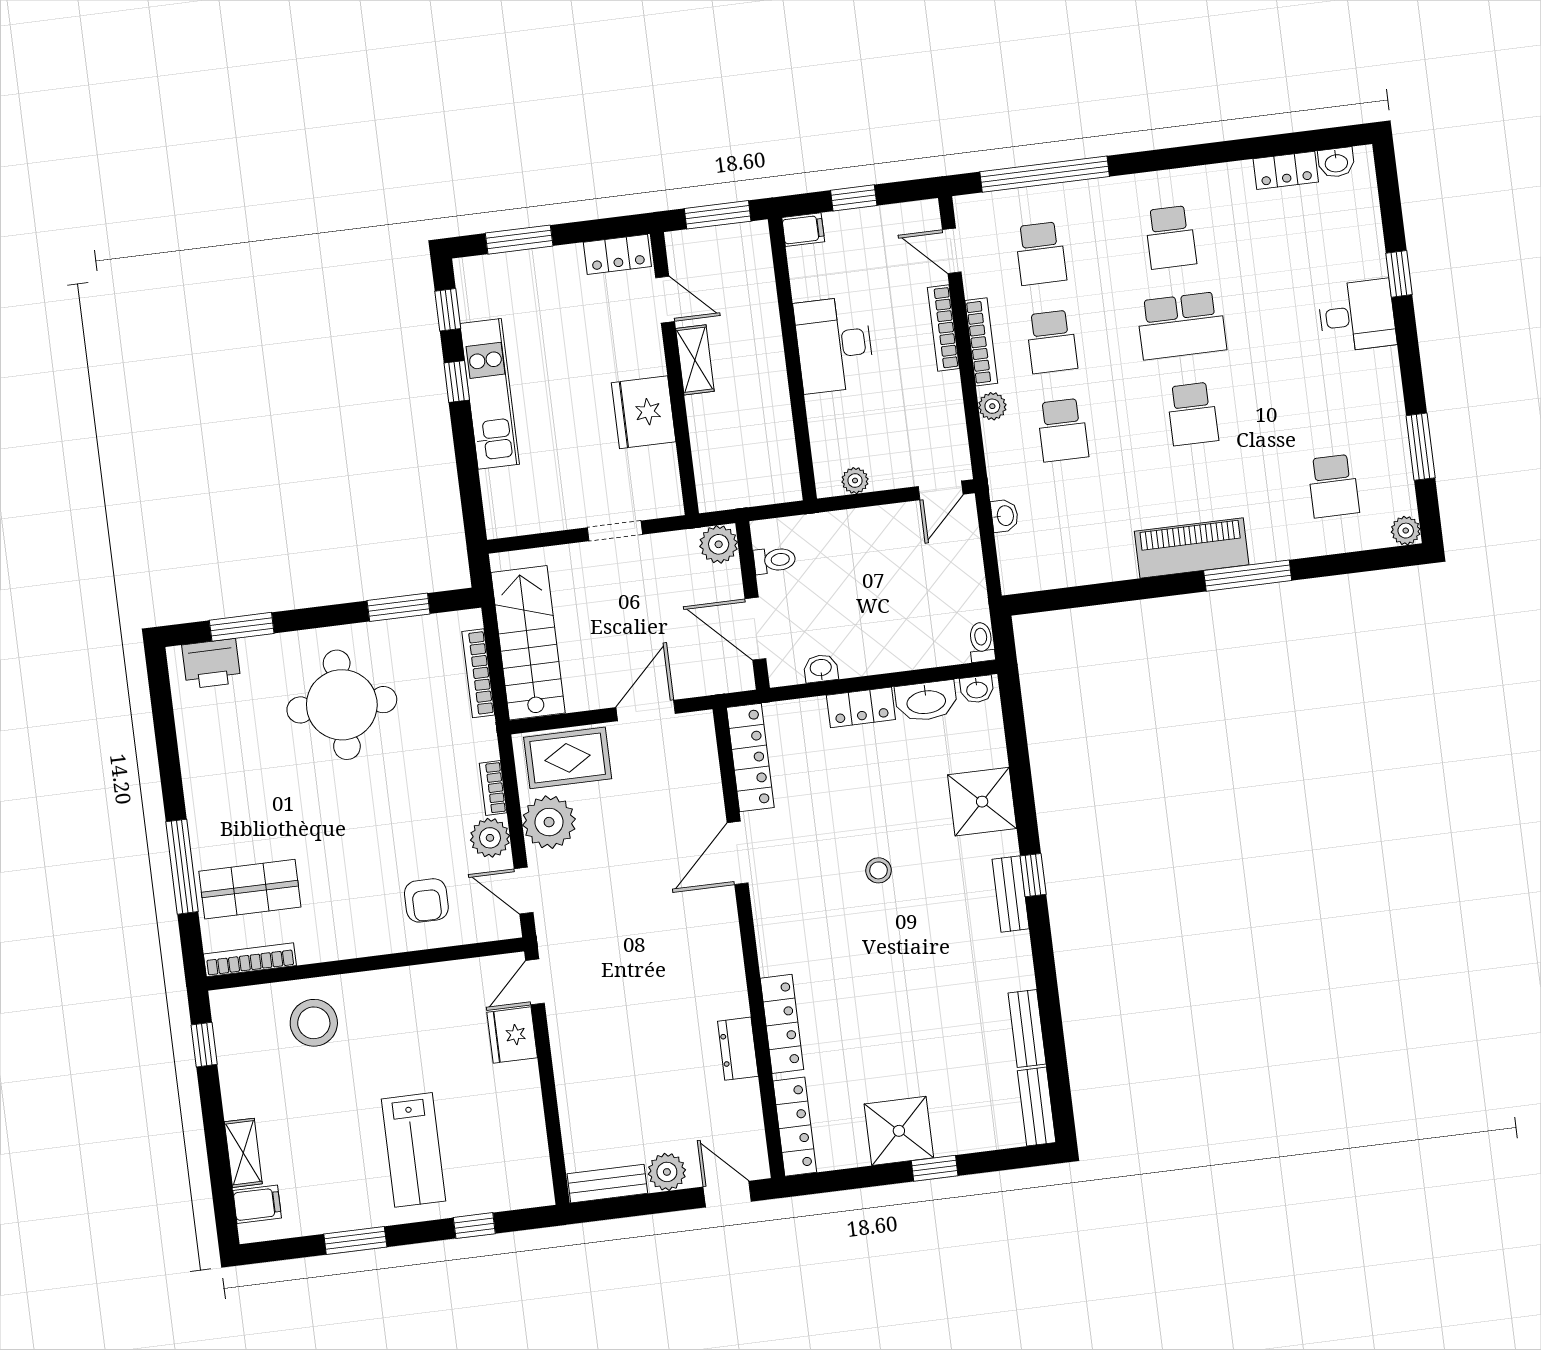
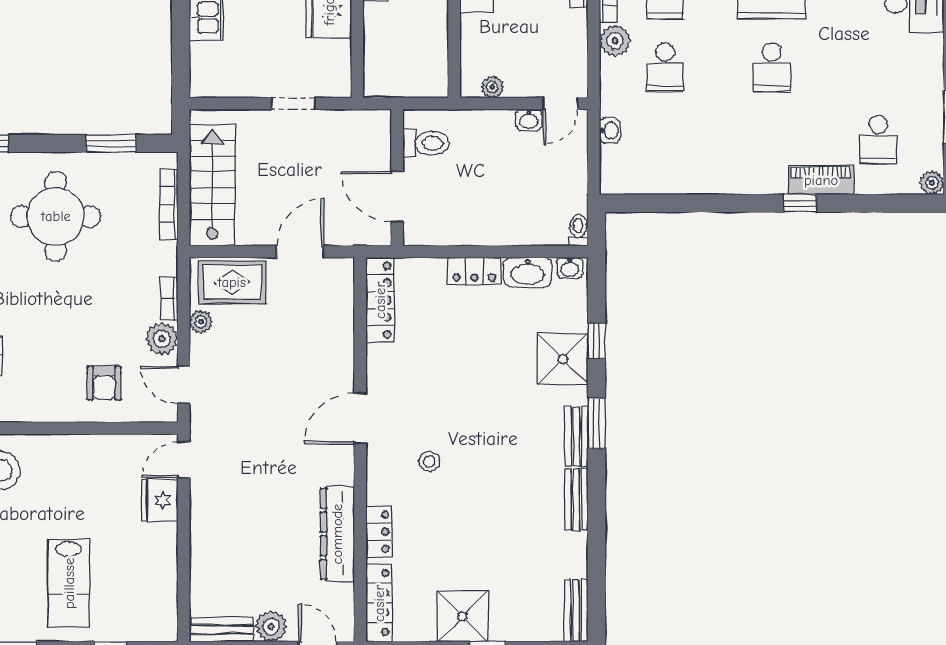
plant: (992, 406) -> (615, 41), width x1.38, depth x1.38
plant: (719, 544) -> (376, 125), removed
piano: (1192, 548) -> (821, 180), moved, width x0.73, depth x0.75
toilet: (775, 560) -> (426, 143), width x1.37, depth x1.39
window: (1248, 576) -> (800, 203), width x0.46
washbasin: (821, 668) -> (529, 120), moved, turned 180
window: (1021, 774) -> (596, 341), added
plant: (549, 822) -> (201, 322), width x0.53, depth x0.53
door: (738, 853) -> (360, 418), moved
stool: (879, 870) -> (429, 461), moved
window: (1033, 875) -> (596, 423), width x1.50
locker: (782, 1024) -> (379, 532), width x0.66
bench: (1027, 1028) -> (576, 500), moved
dresser: (738, 1049) -> (337, 534), width x1.96, depth x1.24

